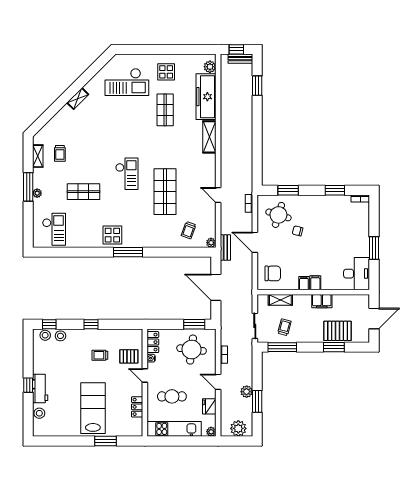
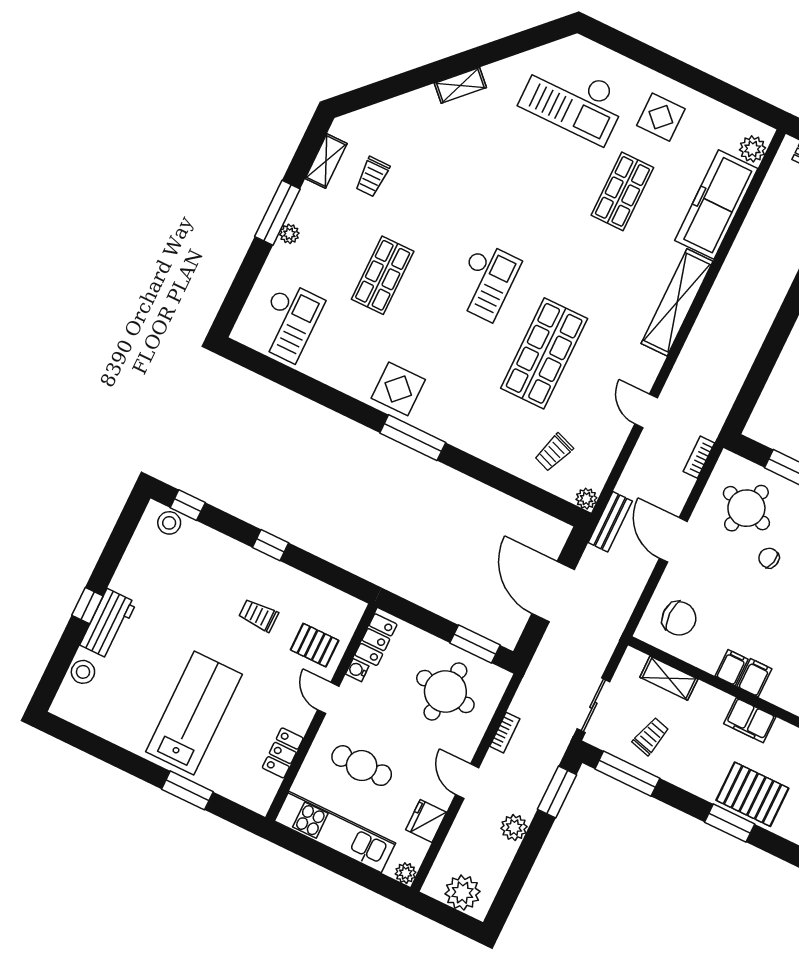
shelving: (209, 137) -> (677, 302), width x1.47
shop shelf: (84, 192) -> (383, 275), turned 90
stool: (60, 336) -> (199, 539), removed
window: (257, 401) -> (557, 792), moved

